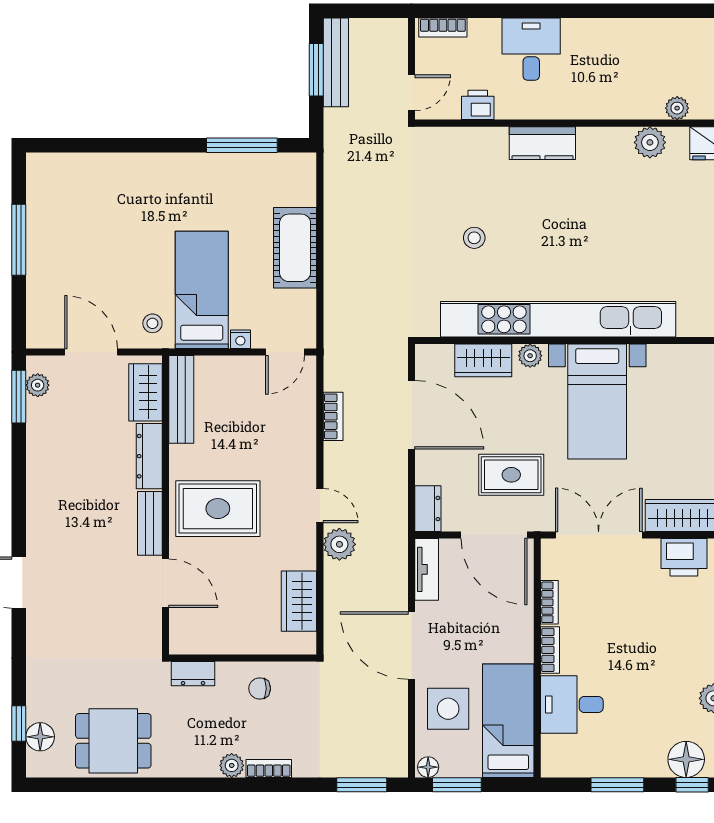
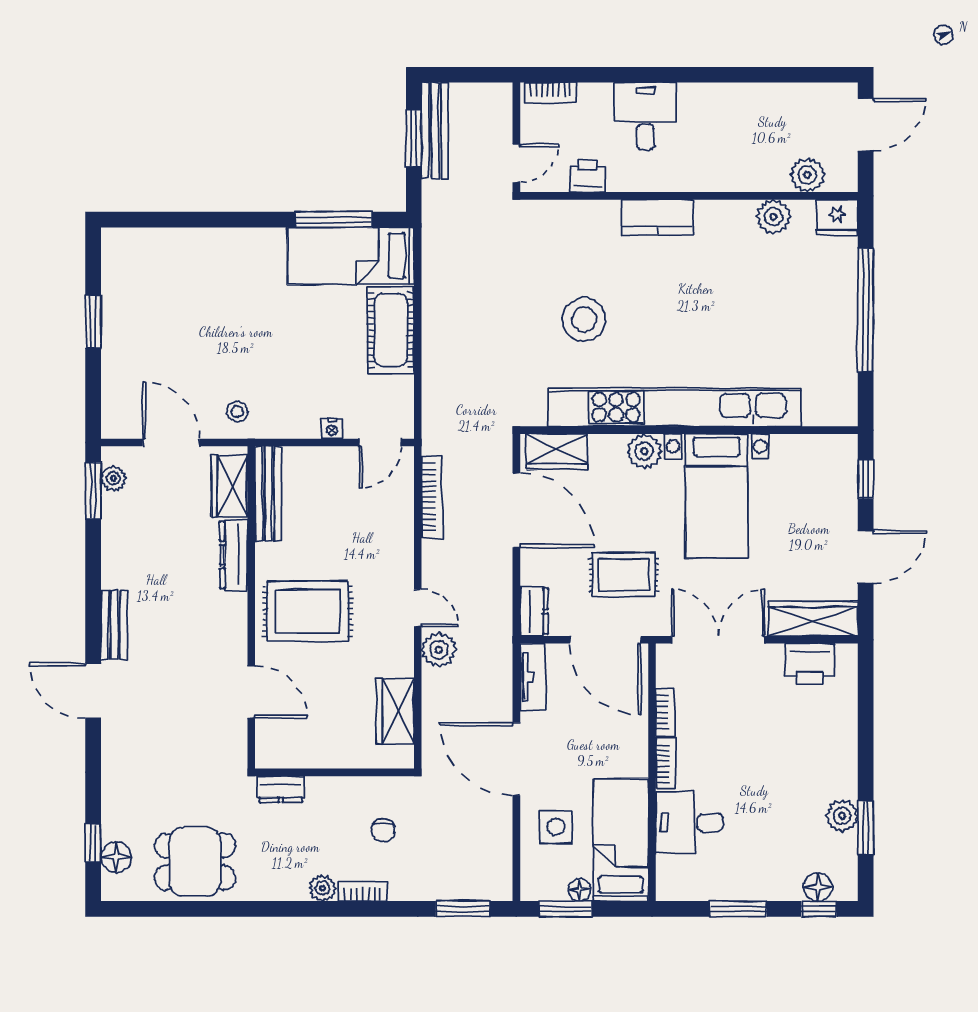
plant: (677, 108) -> (807, 175), width x1.38, depth x1.38
stool: (474, 238) -> (584, 319), width x1.89, depth x1.89
window: (19, 240) -> (93, 322), width x0.69
bed: (202, 290) -> (351, 256), moved, turned -90
plant: (530, 356) -> (644, 451), width x1.38, depth x1.38
wardrobe: (483, 360) -> (557, 452), moved
bookcase: (333, 416) -> (432, 497), width x1.56
bench: (150, 523) -> (114, 625), moved
chair: (260, 688) -> (383, 830), moved, turned -83
side table: (448, 709) -> (556, 827), width x0.73, depth x0.73
floor lamp: (686, 759) -> (818, 887), width x0.73, depth x0.73
floor lamp: (428, 767) -> (579, 890), moved

